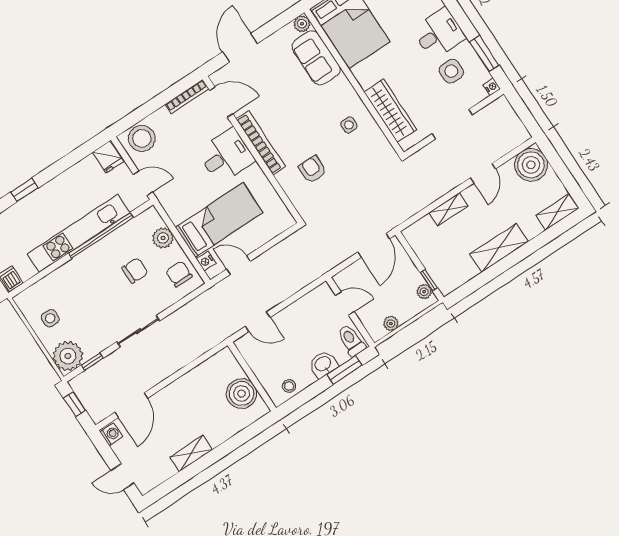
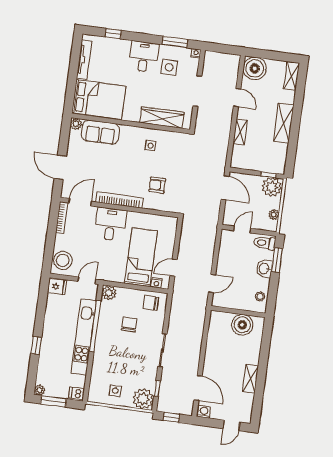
plant: (163, 238) -> (109, 293), moved
plant: (424, 292) -> (272, 187), width x1.87, depth x1.87

